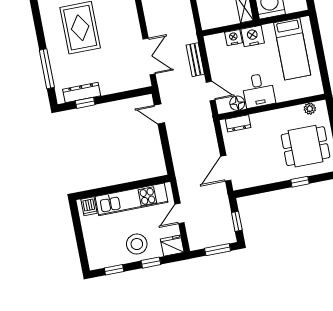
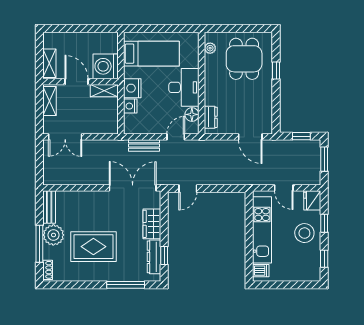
double door: (149, 56) -> (133, 188), width x1.37
wardrobe: (116, 84) -> (152, 224), added
desk: (258, 90) -> (184, 87), width x1.37

